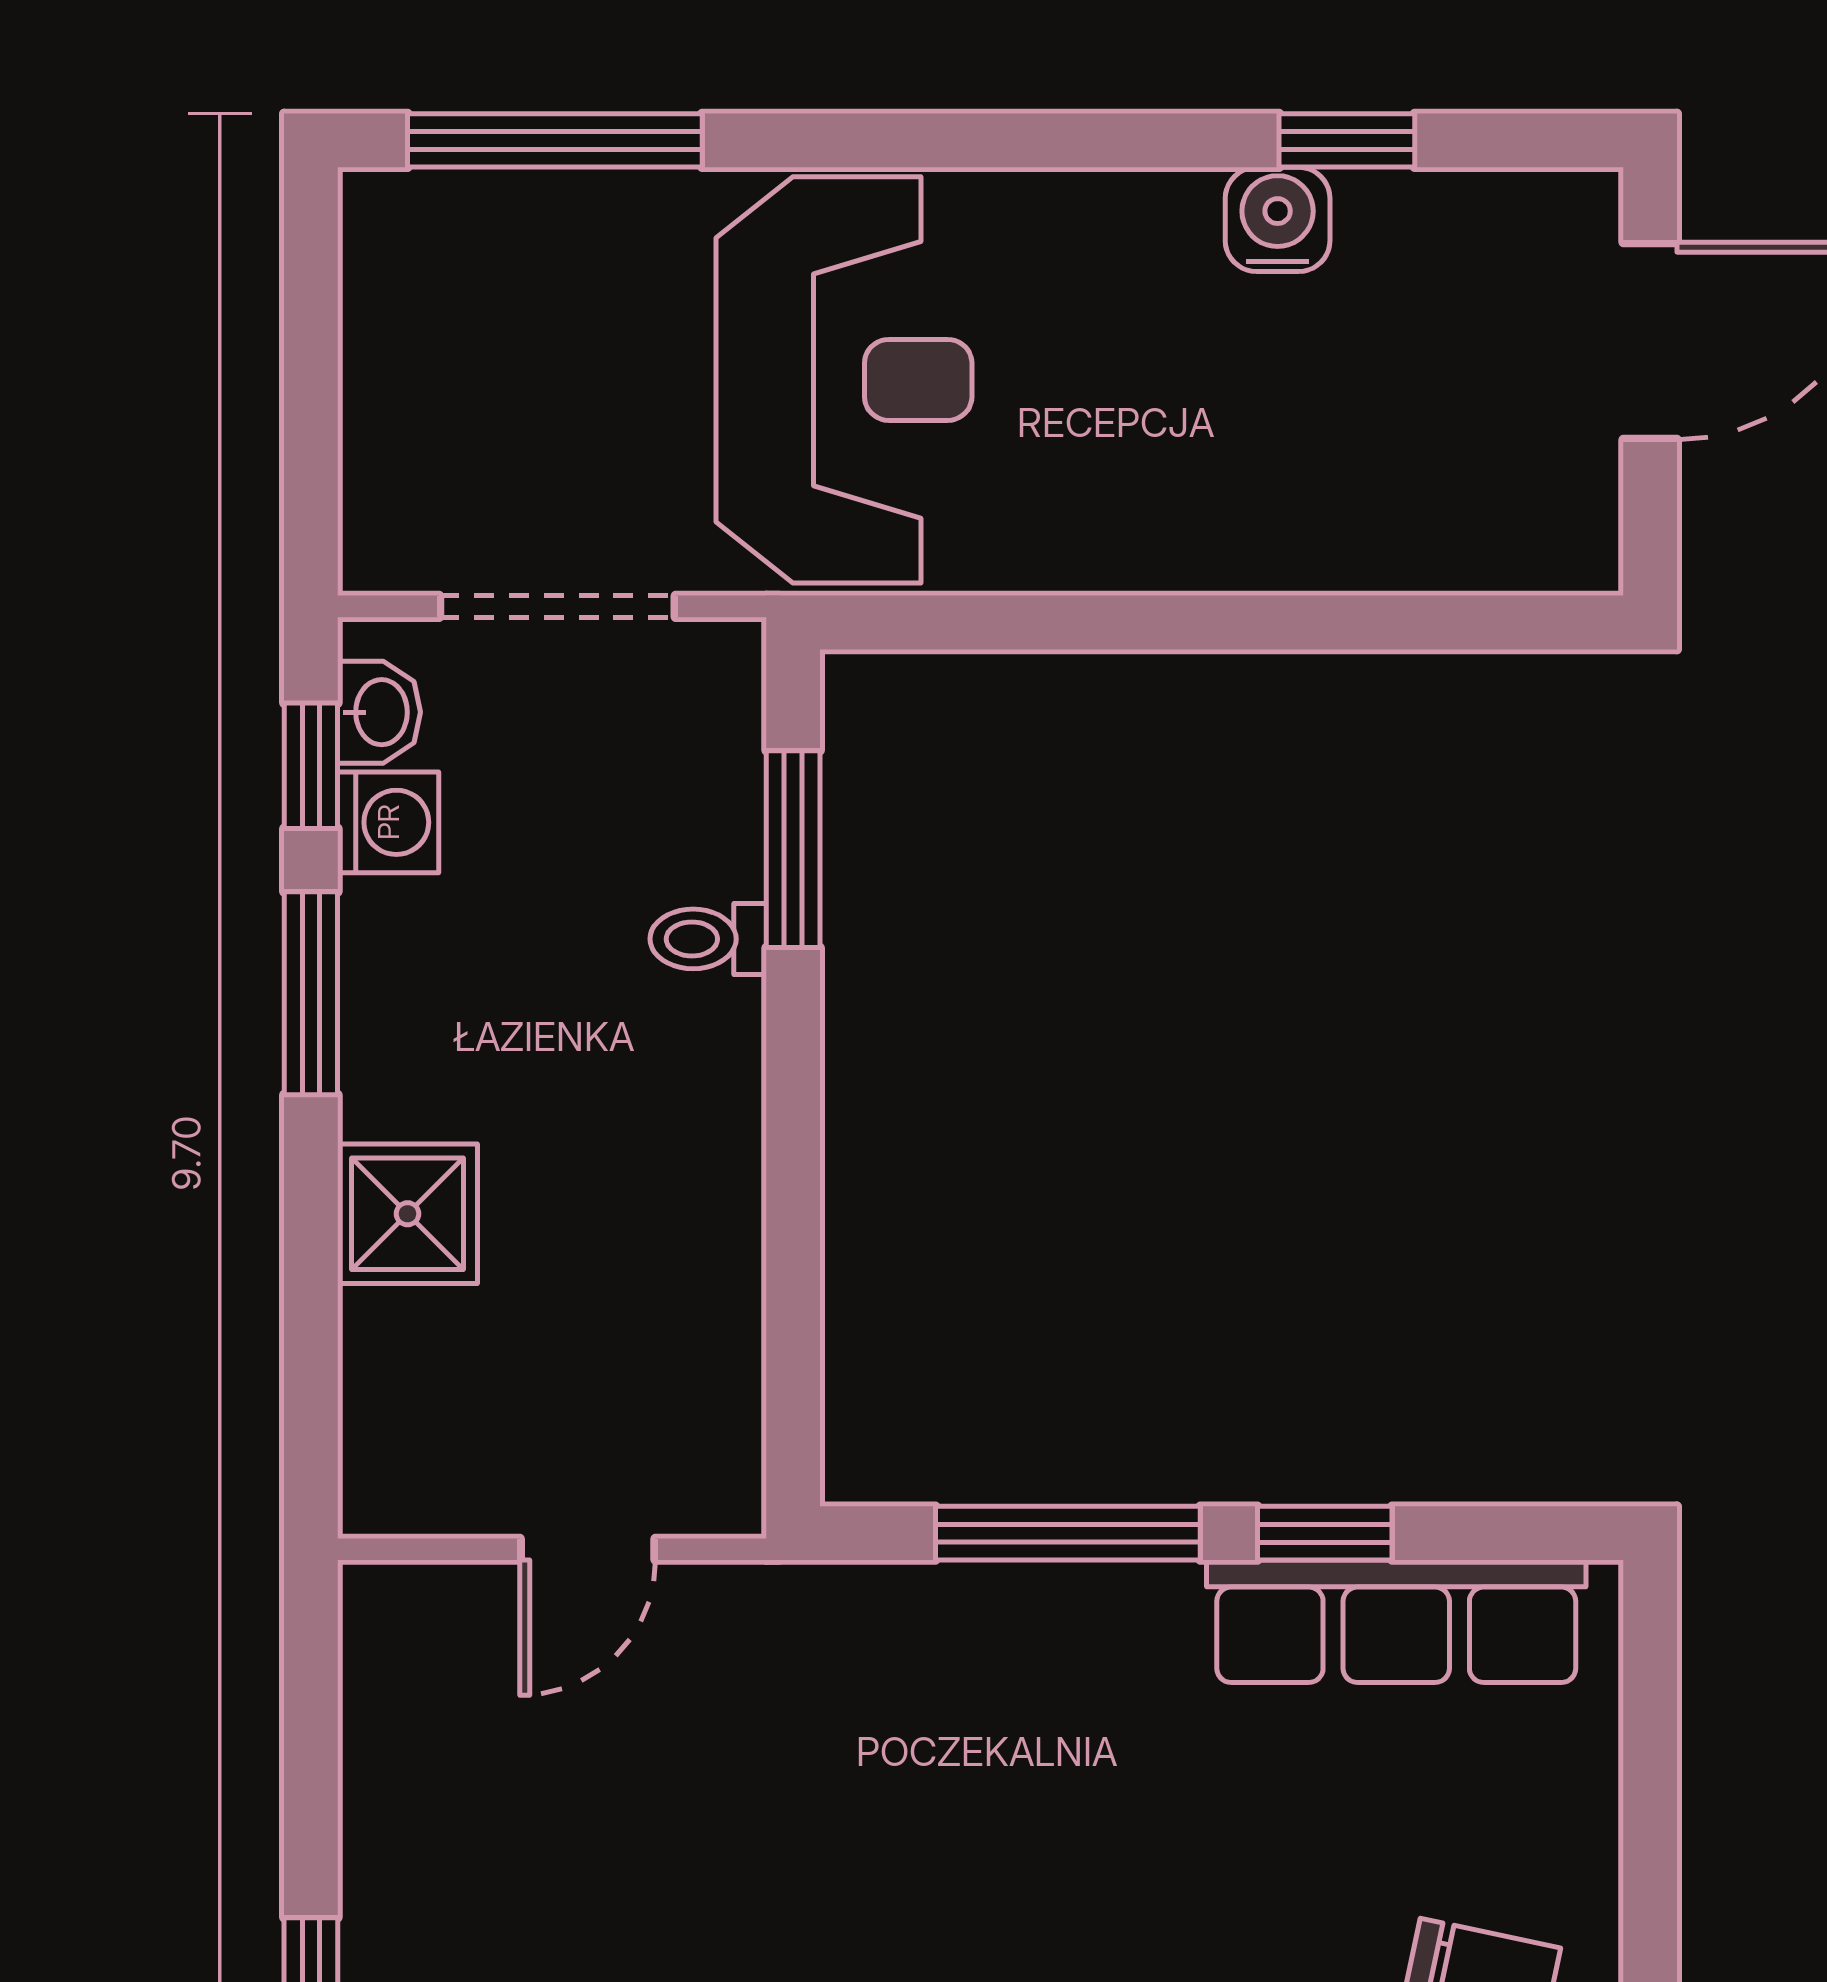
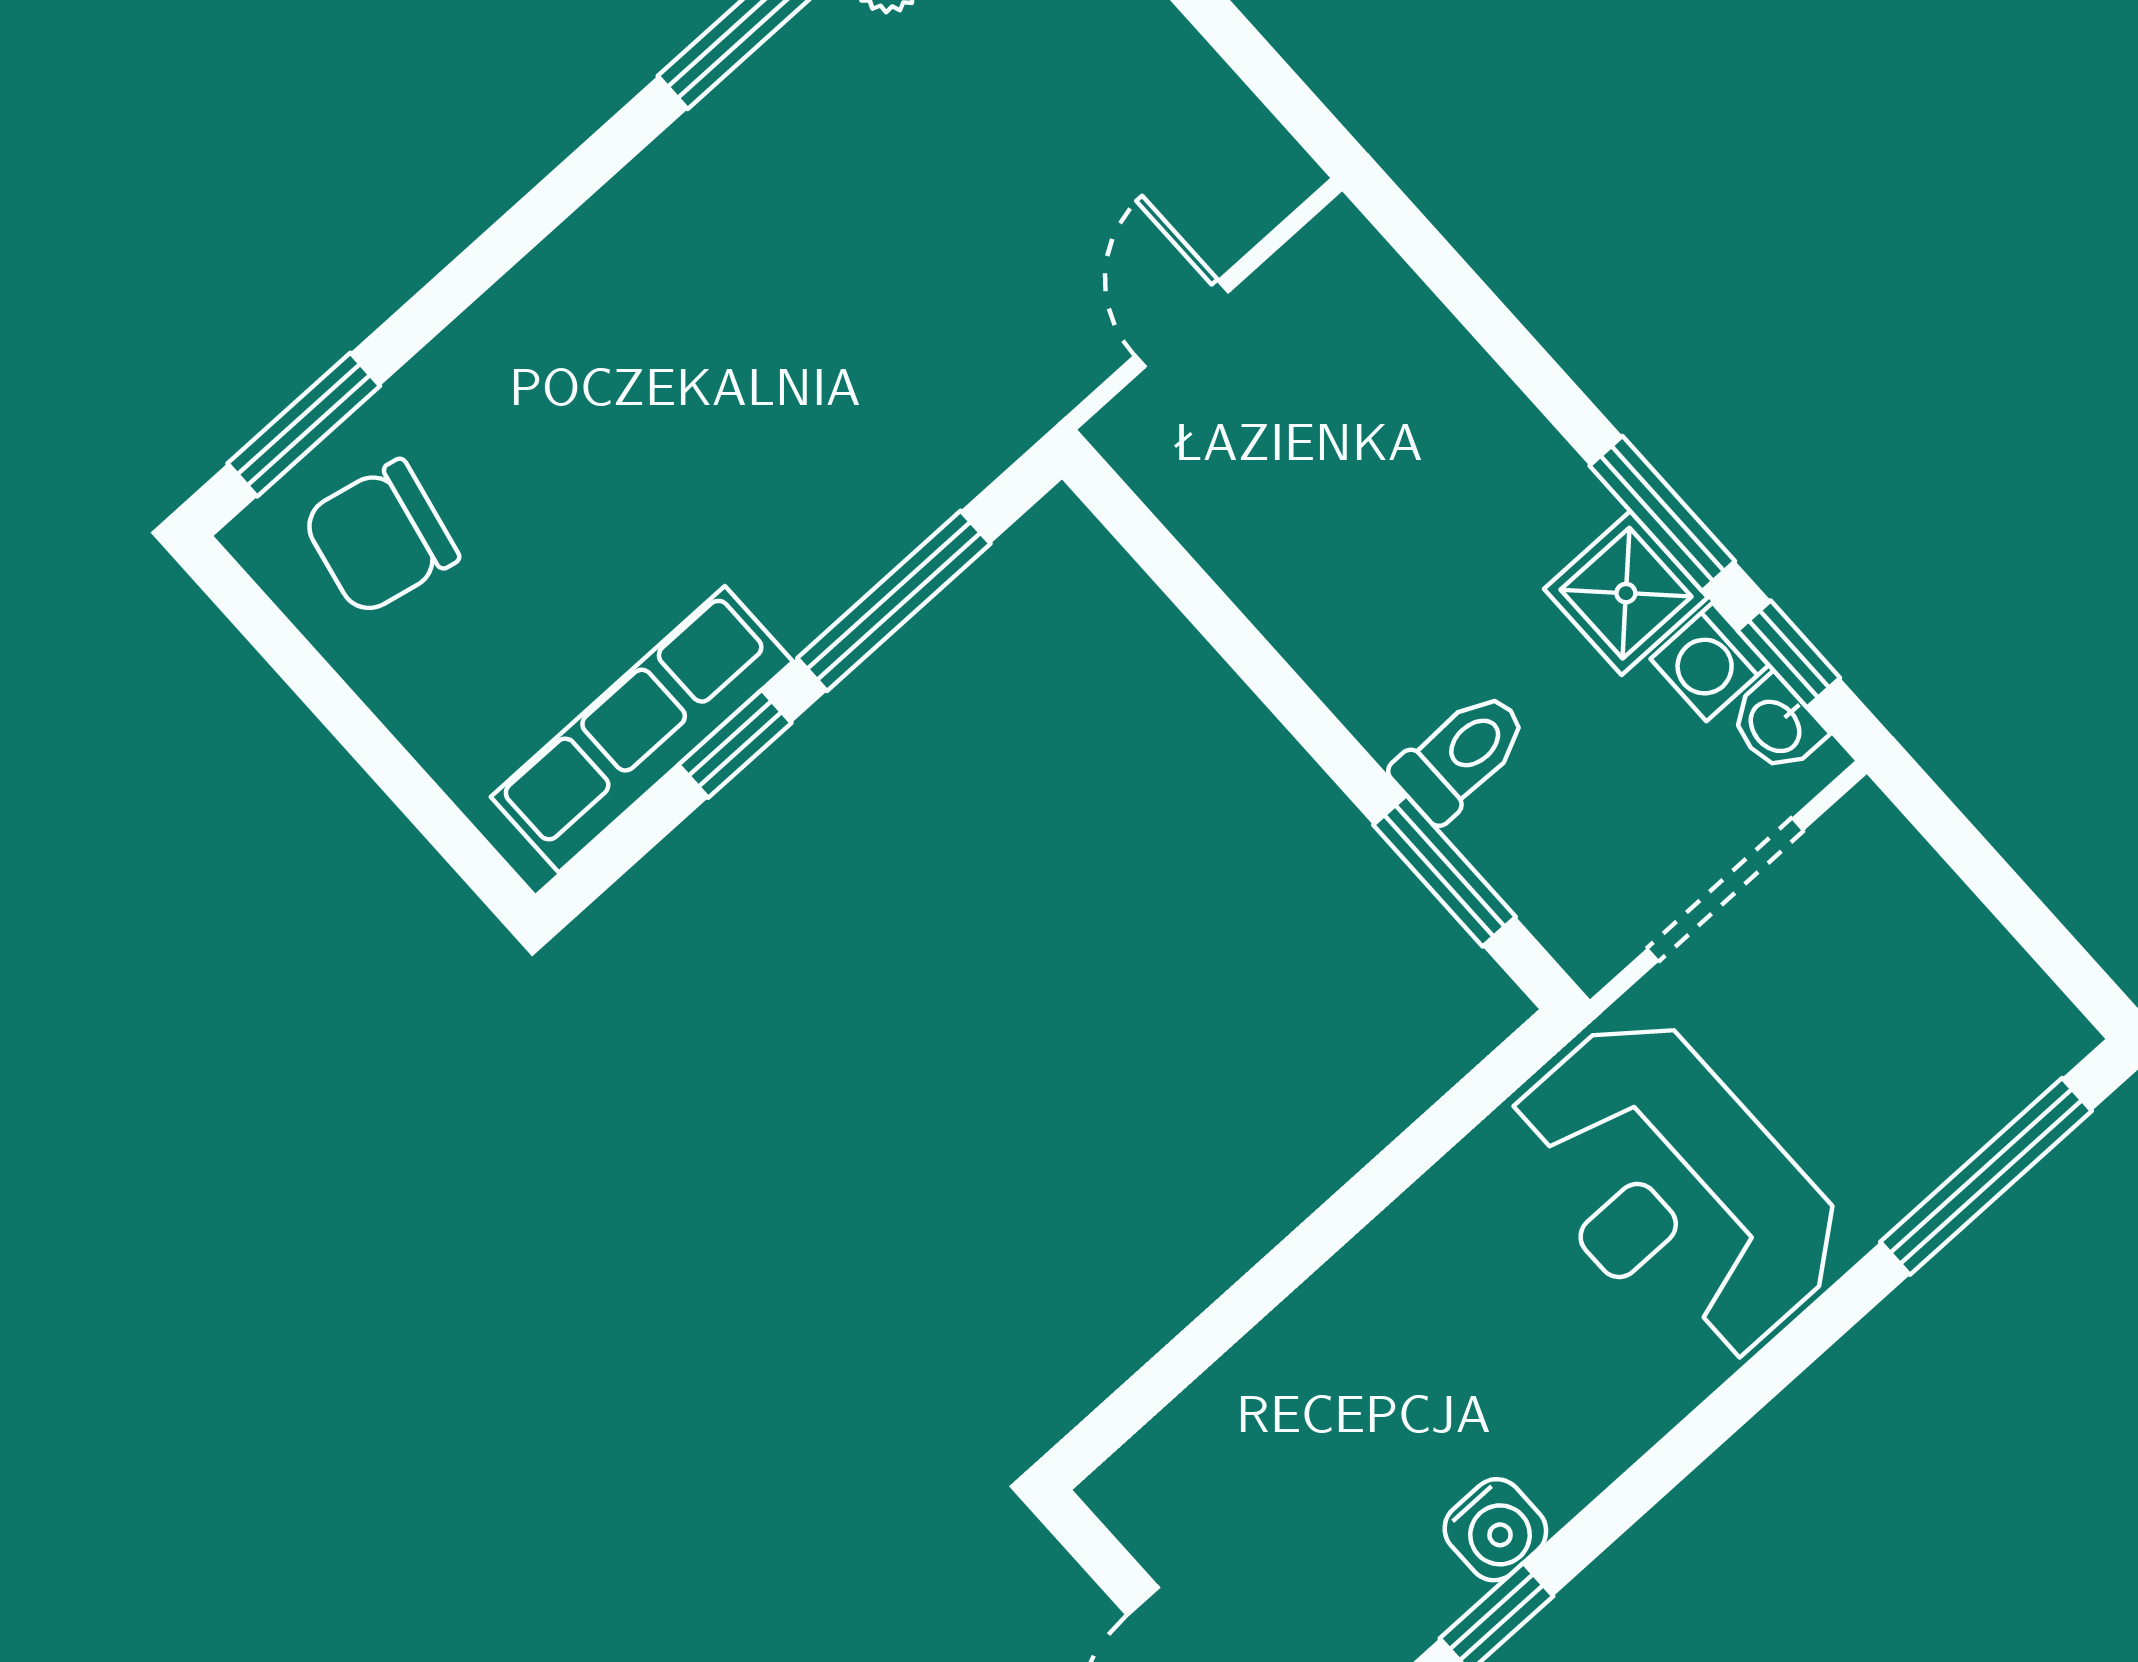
toilet: (708, 939) -> (1461, 756), width x1.37, depth x1.39
shower: (408, 1214) -> (1626, 593), moved

